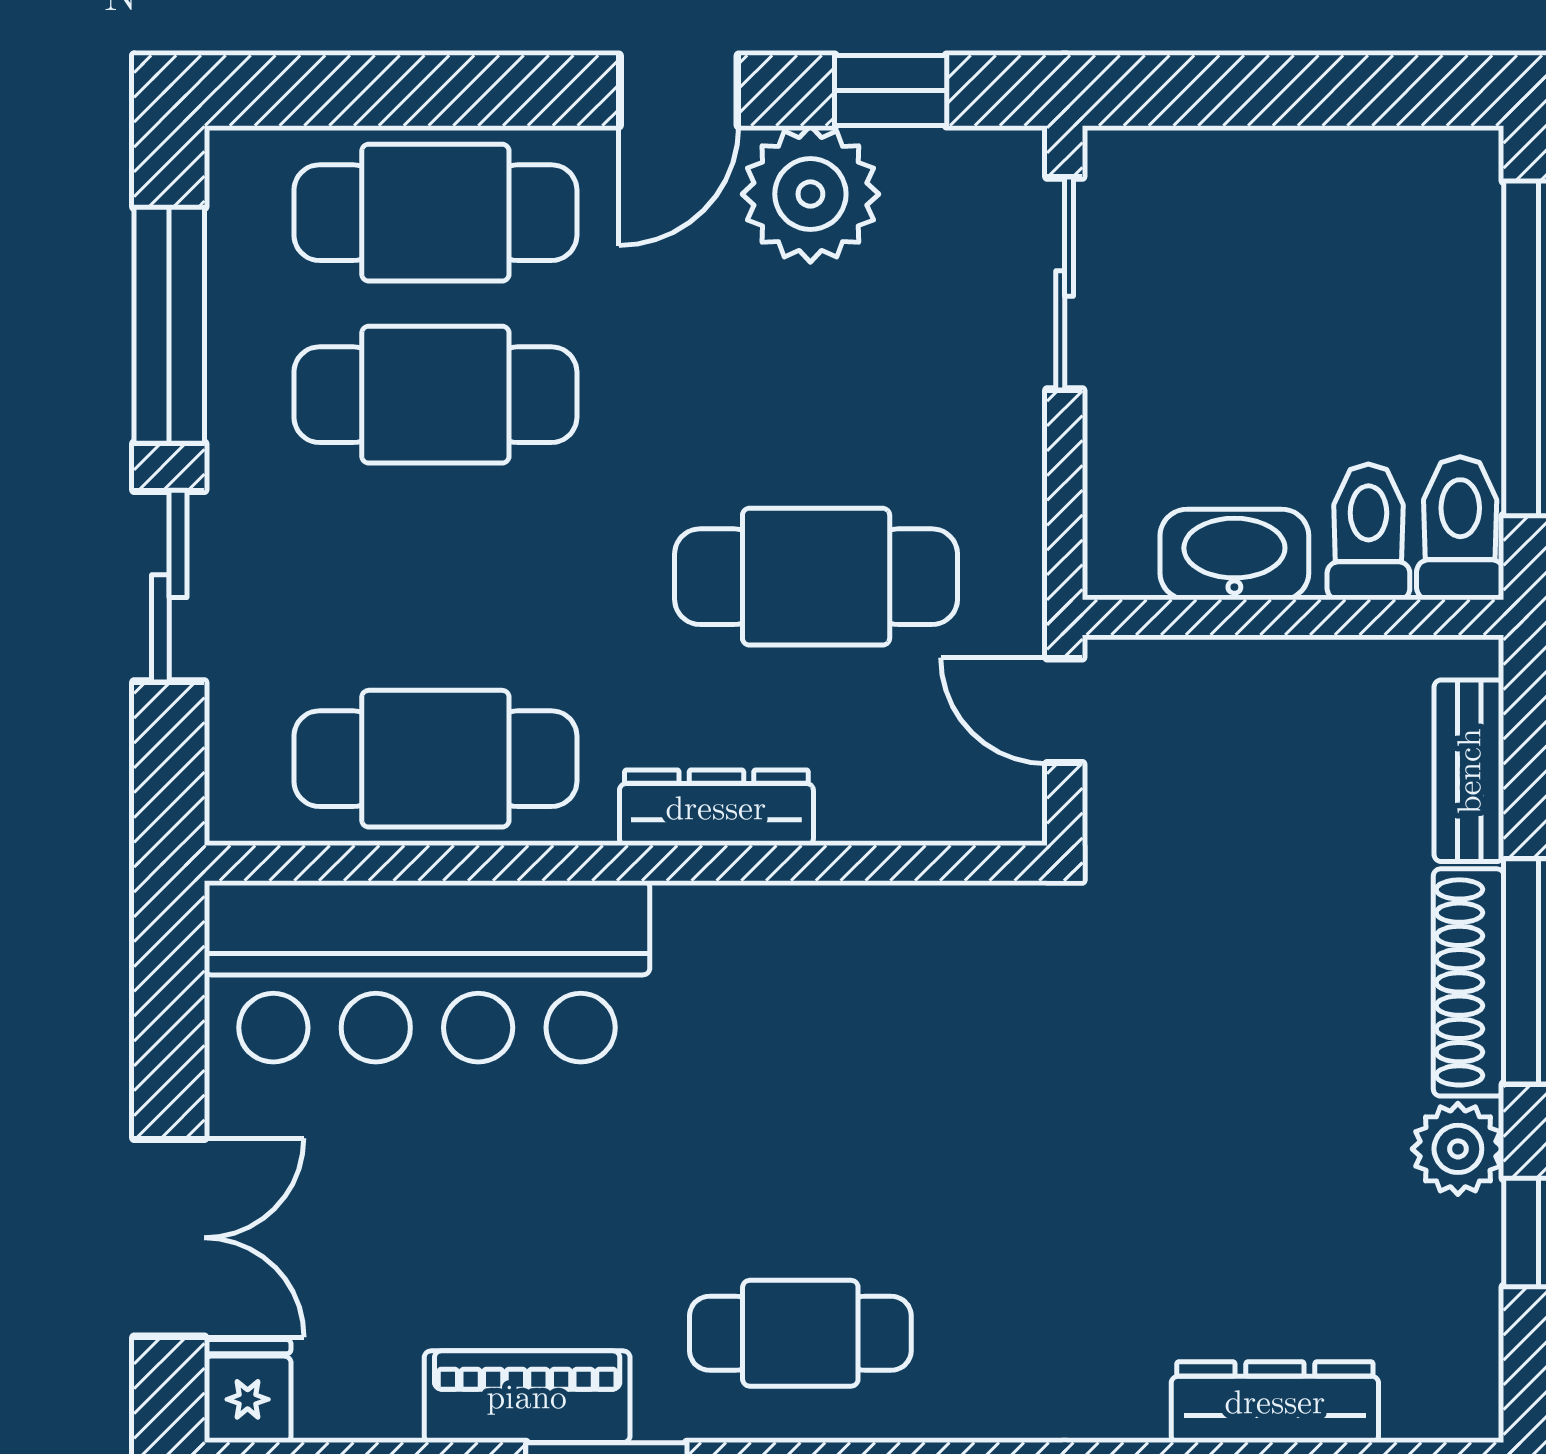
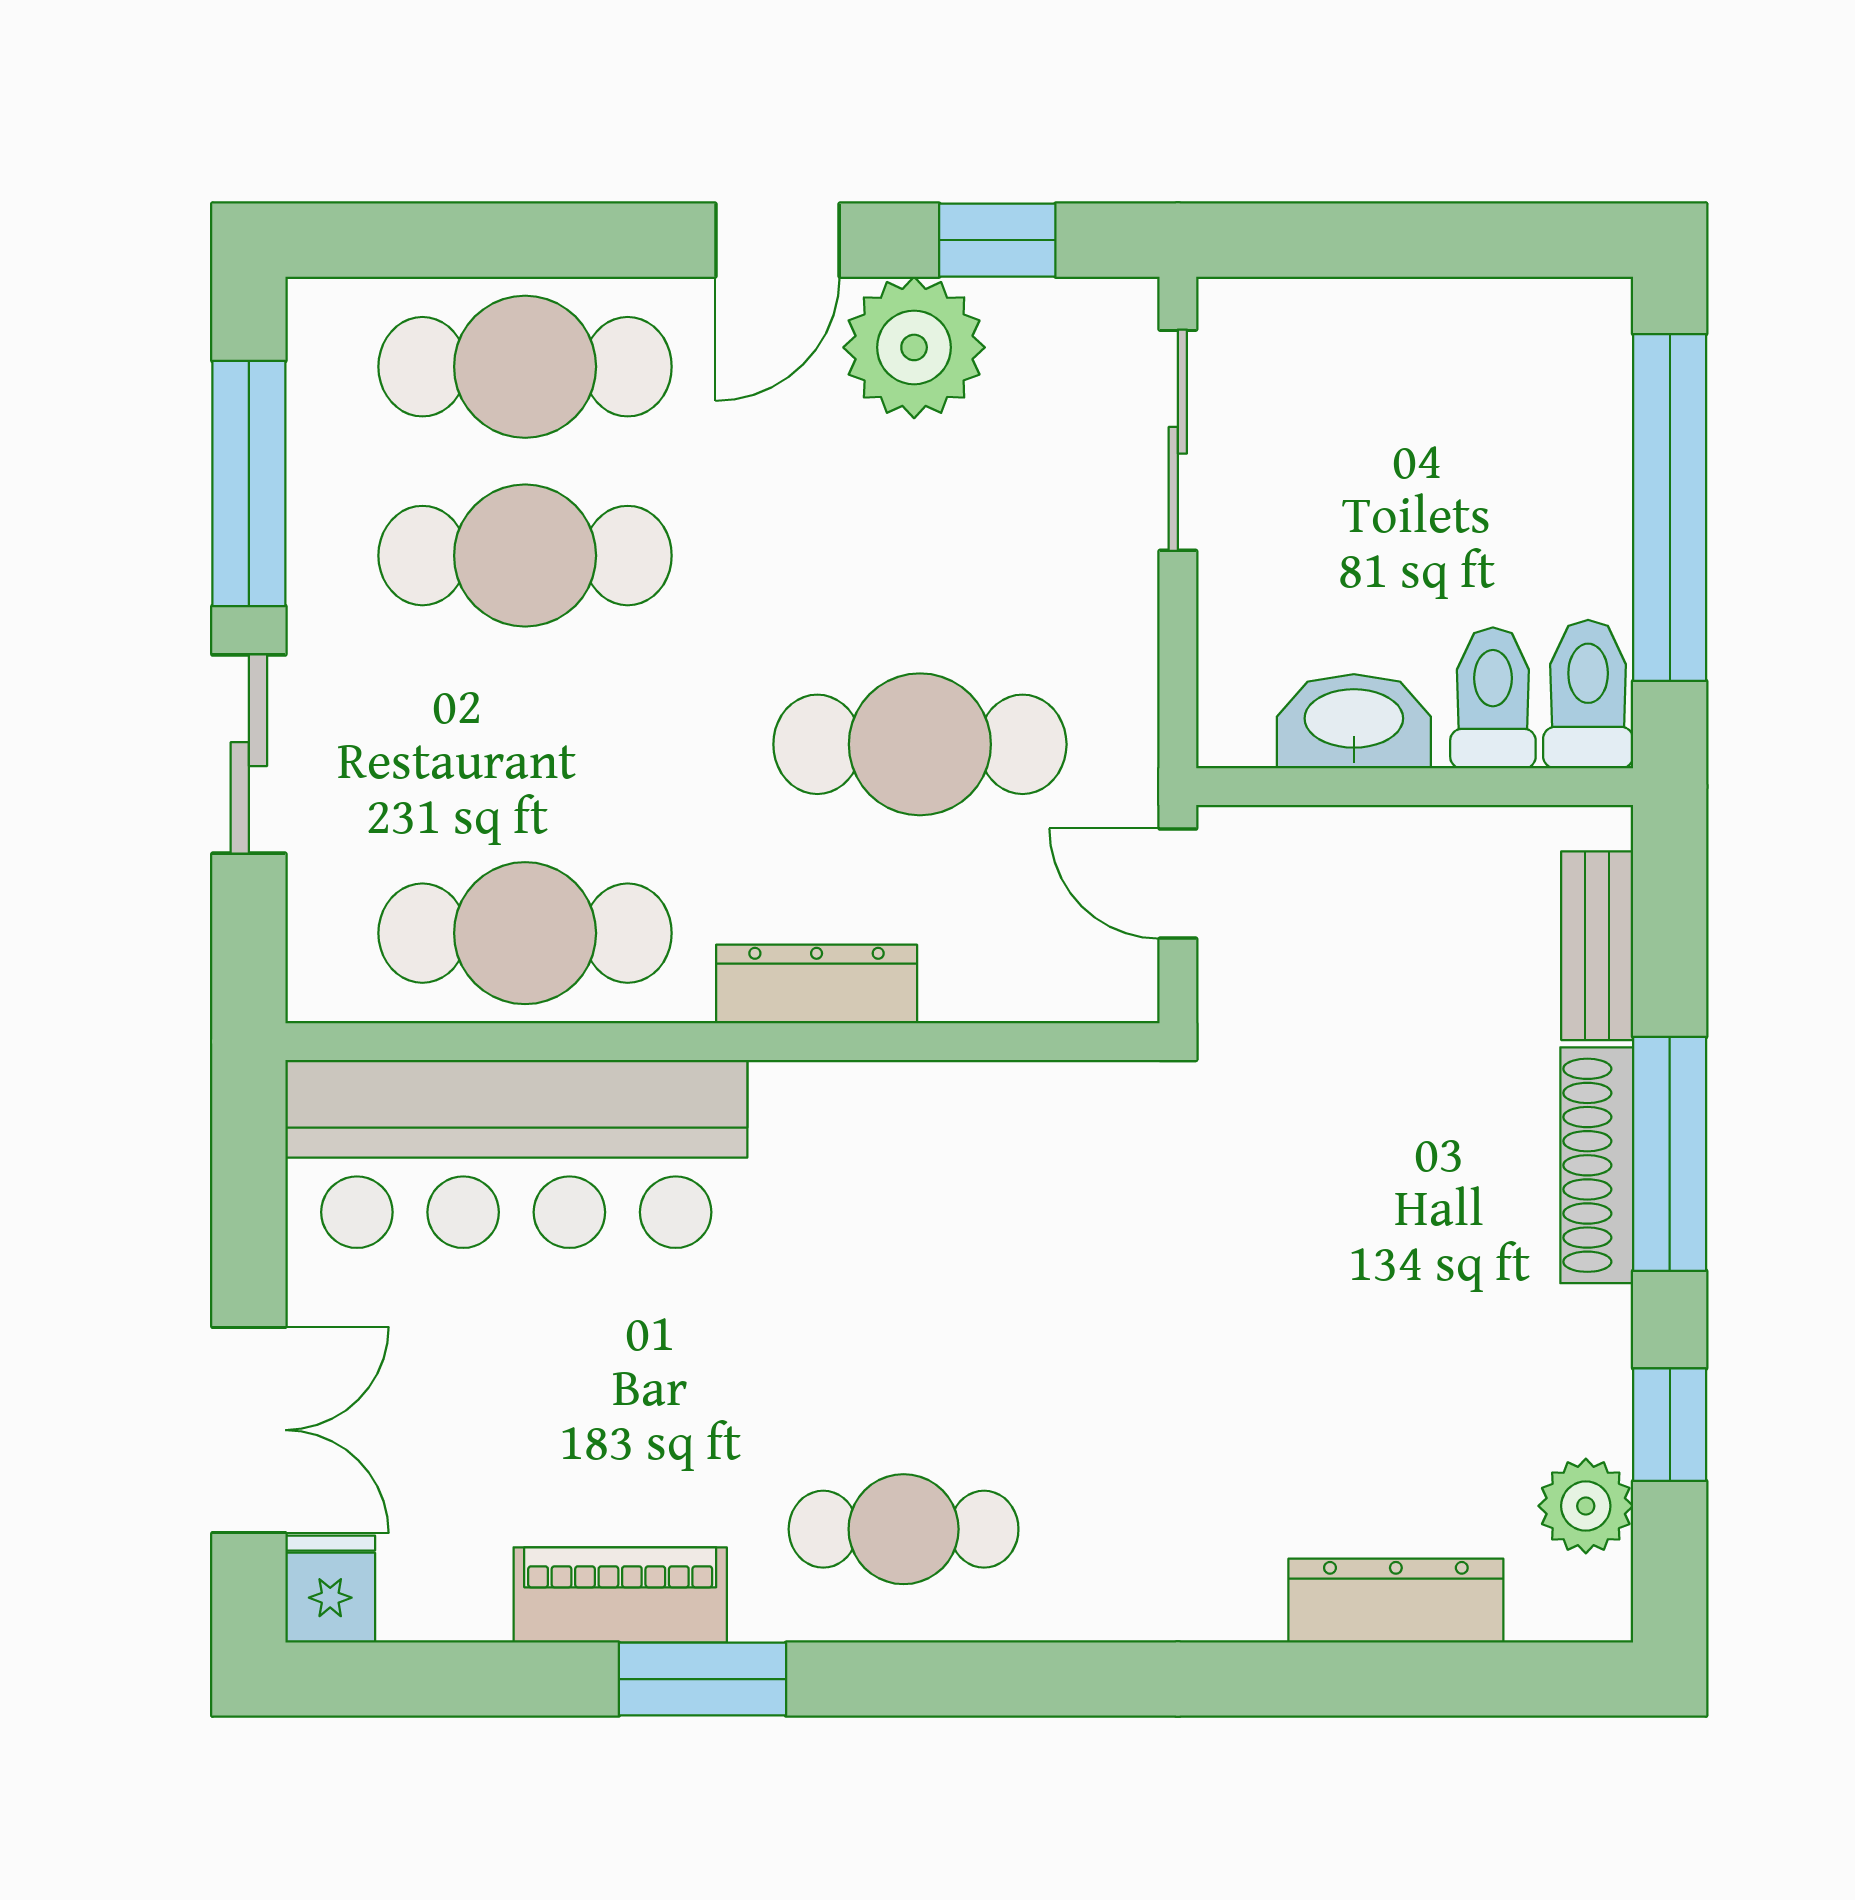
plant: (1458, 1149) -> (1586, 1506), moved

